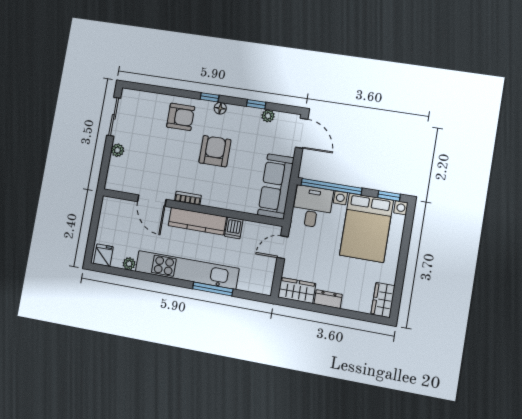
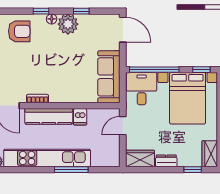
plant: (268, 116) -> (68, 24), moved, width x1.88, depth x1.88
armchair: (215, 151) -> (53, 56), removed
window: (359, 316) -> (193, 170), added

